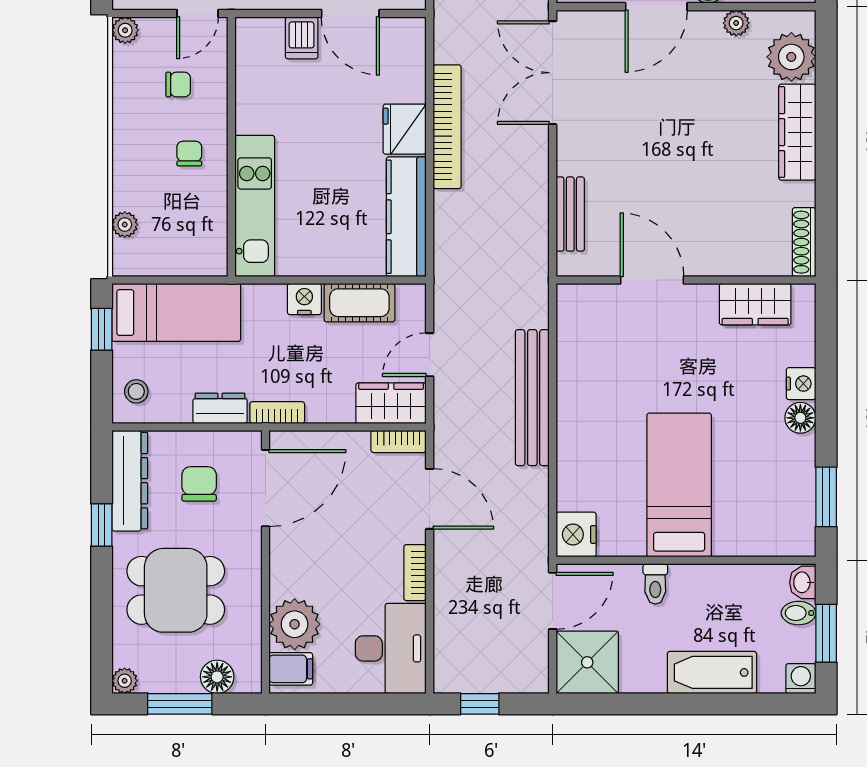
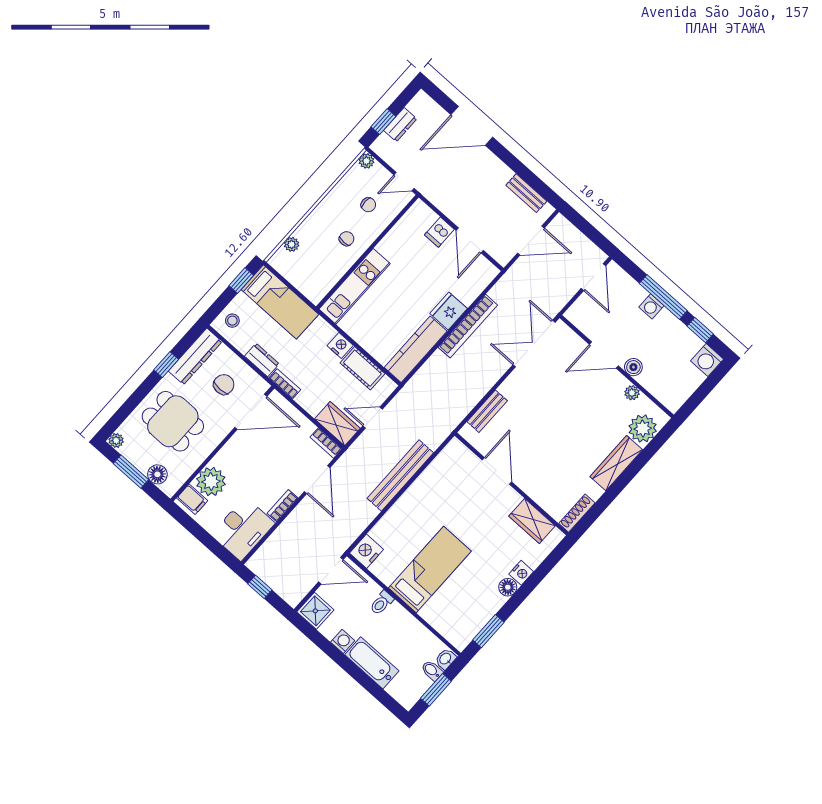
shower: (587, 662) -> (315, 611), width x0.73, depth x0.73
washing machine: (801, 679) -> (343, 641), moved

